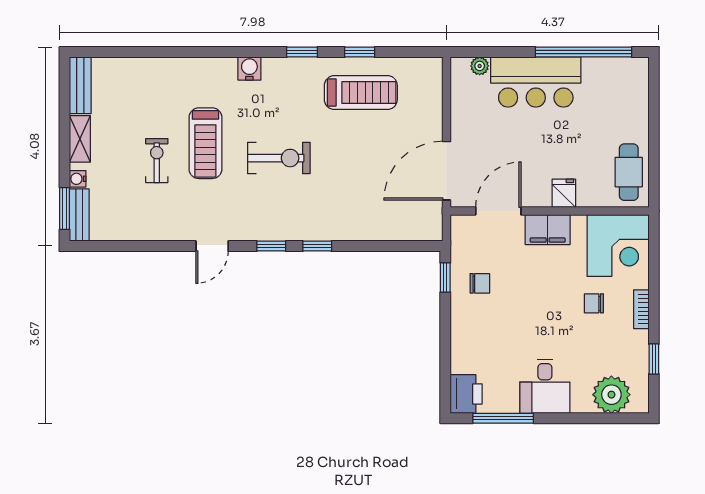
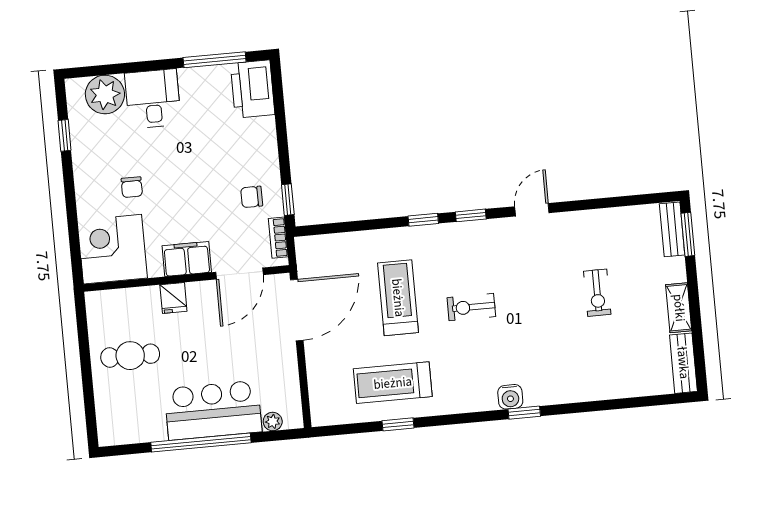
window: (302, 52) -> (524, 413), moved
window: (584, 52) -> (201, 443), moved
treadmill: (205, 143) -> (398, 298), moved
exercise bike: (279, 158) -> (471, 307), width x0.73, depth x0.72
cafe table: (629, 172) -> (130, 356), moved, turned 90
water cooler: (78, 179) -> (677, 266), removed
chair: (594, 303) -> (132, 187), turned 90
bookcase: (641, 309) -> (278, 238), moved, turned 180
desk: (545, 386) -> (153, 99), moved
printer: (466, 394) -> (253, 89), width x1.37, depth x1.19

